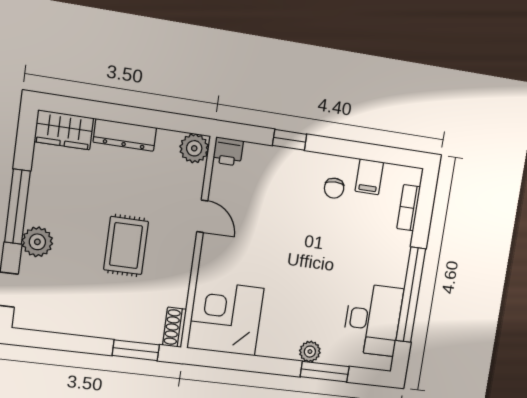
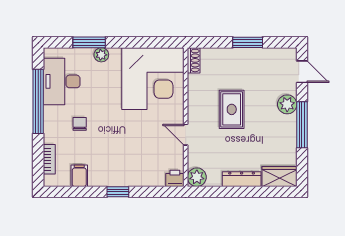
window: (290, 140) -> (118, 192), moved
chair: (334, 188) -> (80, 124), moved
corner desk: (225, 318) -> (153, 79), width x1.36, depth x1.36
window: (136, 350) -> (248, 42), moved

